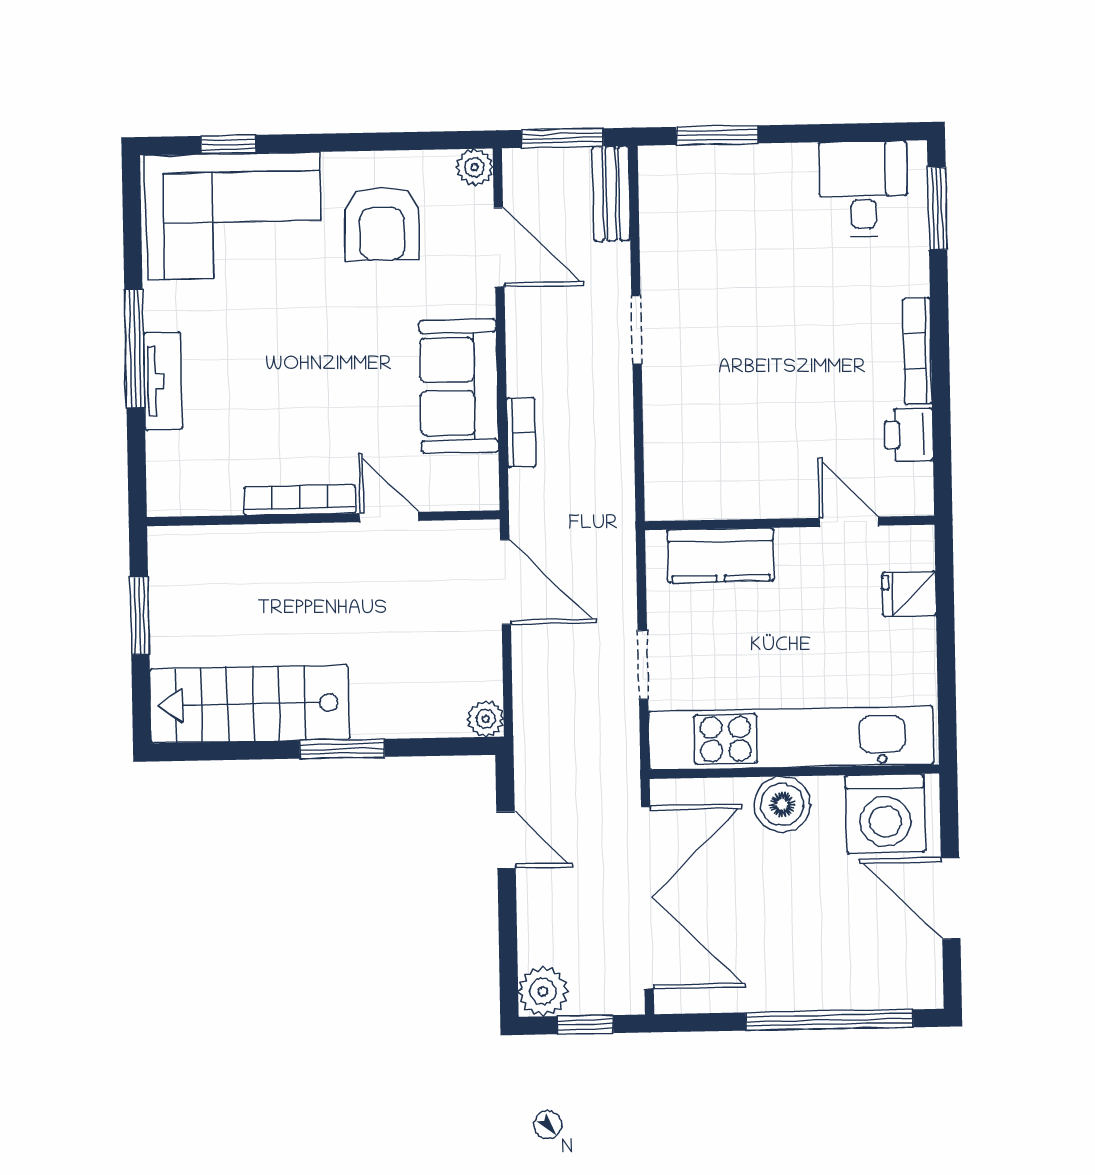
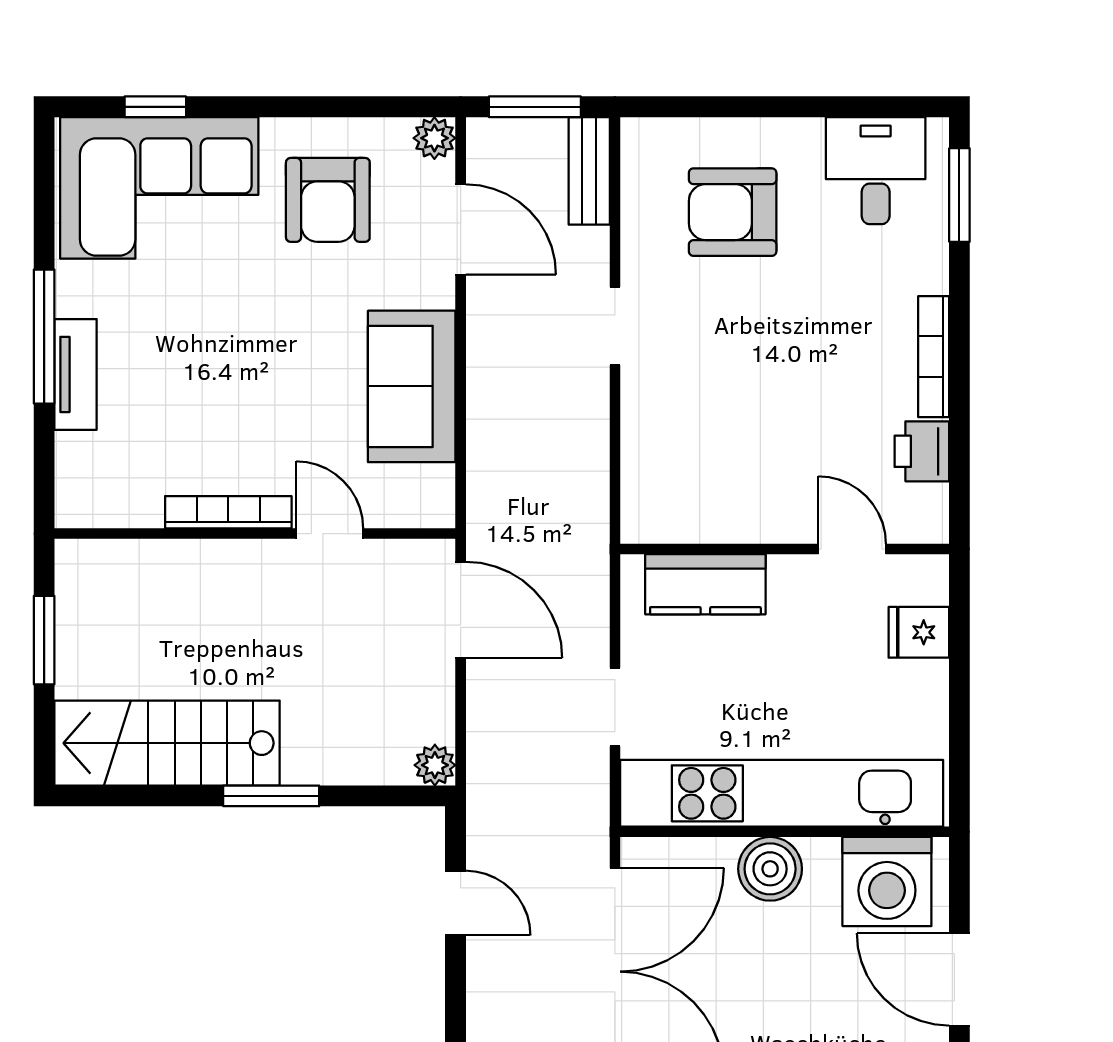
window: (717, 135) -> (711, 107), removed
armchair: (738, 227) -> (733, 212), added
bookcase: (521, 432) -> (482, 440), removed

